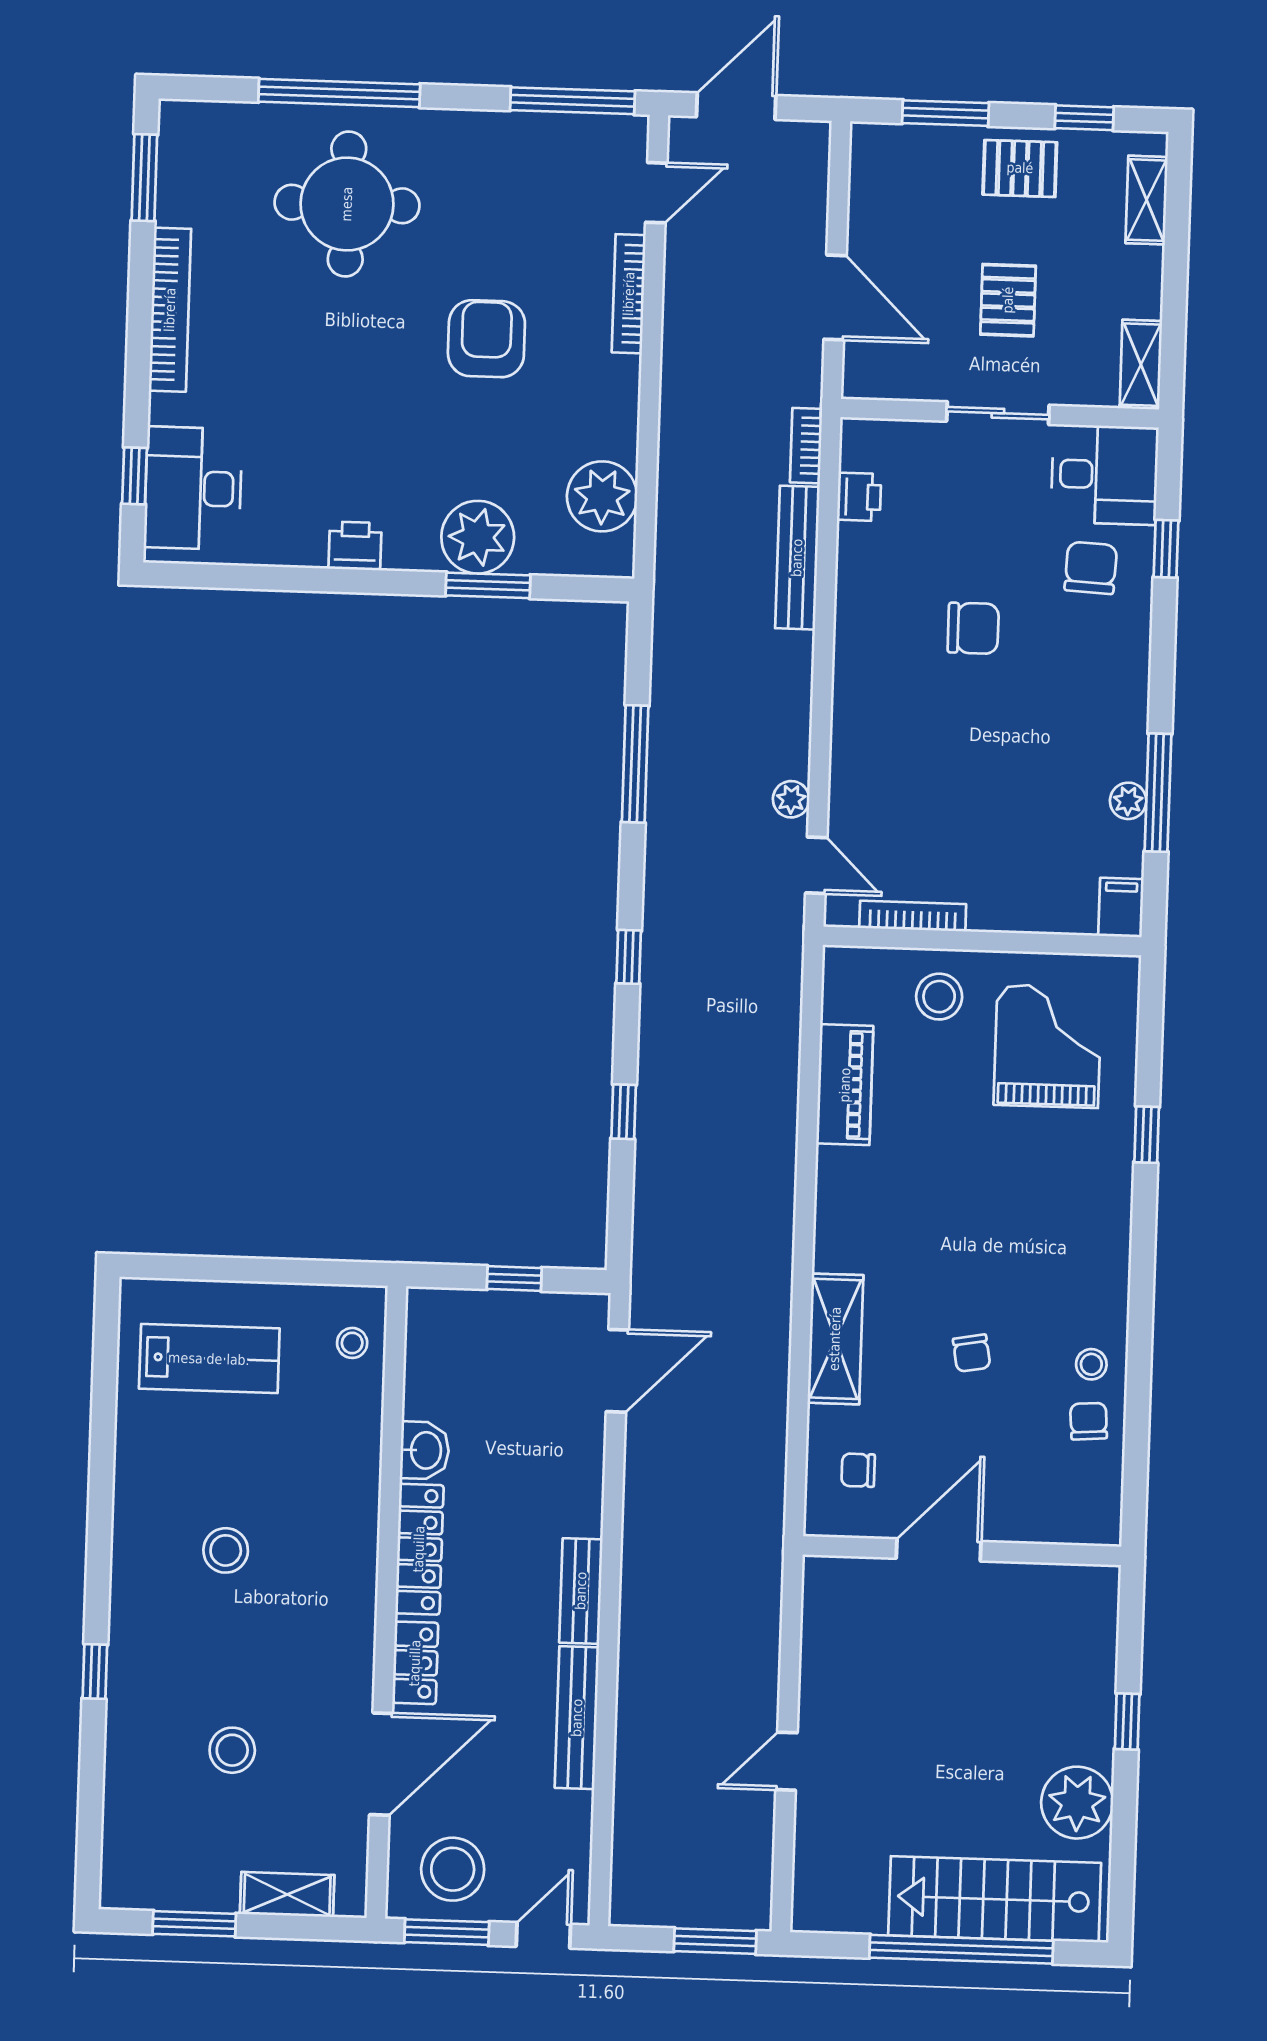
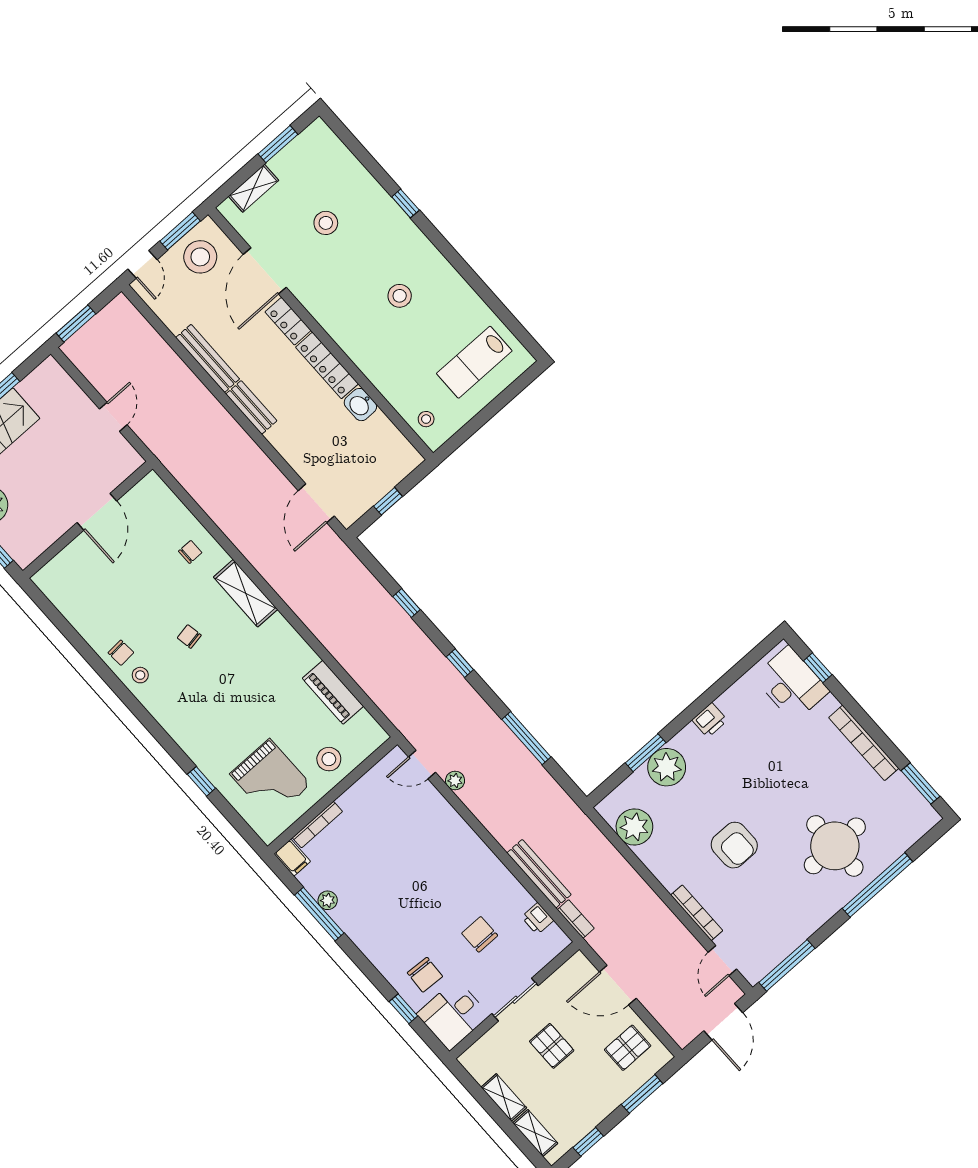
pallet: (1020, 168) -> (628, 1048), moved
shelving: (1141, 365) -> (504, 1097), moved
chair: (973, 628) -> (480, 934), moved, turned 90
bookcase: (913, 916) -> (317, 825), moved
door: (939, 1550) -> (97, 512), moved
wall: (962, 1551) -> (88, 520), moved

